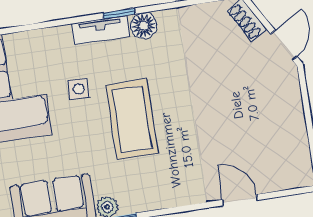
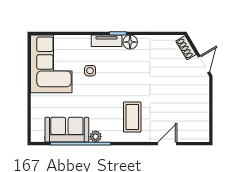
coffee table: (132, 119) -> (132, 117), moved, width x0.73, depth x0.76
door: (240, 200) -> (167, 144), hinge flipped

